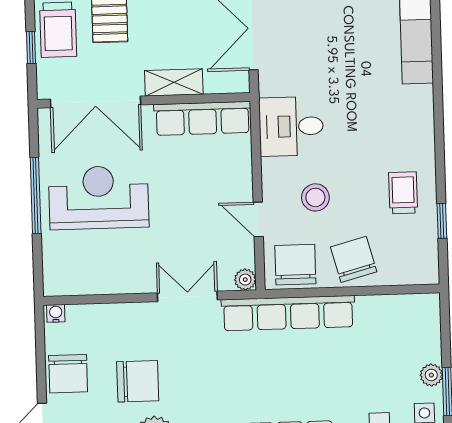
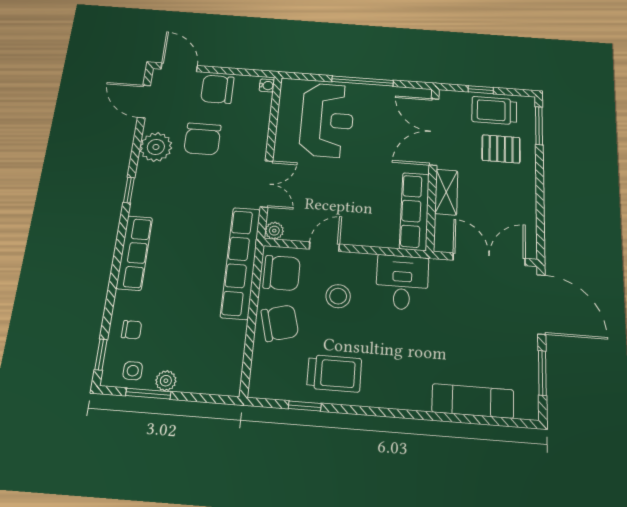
trolley: (403, 193) -> (334, 373), width x1.36, depth x1.39
reception desk: (99, 198) -> (327, 120), moved

